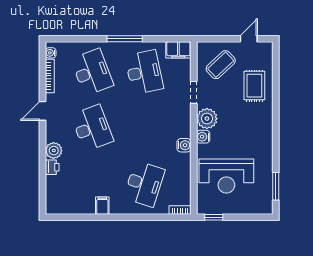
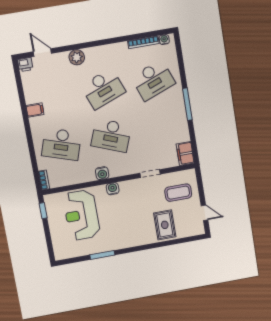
coffee table: (221, 65) -> (178, 193), turned -47
desk: (144, 72) -> (111, 135), moved, turned 33
rug: (254, 86) -> (165, 225), turned 90
door: (43, 111) -> (42, 53), moved
plant: (207, 119) -> (129, 189), removed
printer: (52, 167) -> (25, 65), moved
window: (276, 186) -> (102, 255), moved

